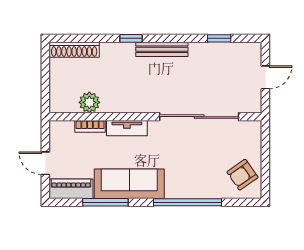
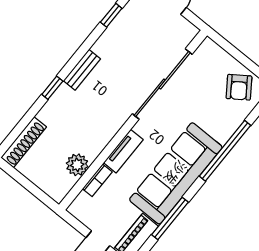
bench: (162, 49) -> (82, 70), width x0.73
sofa: (129, 184) -> (176, 173), width x1.36, depth x1.27

